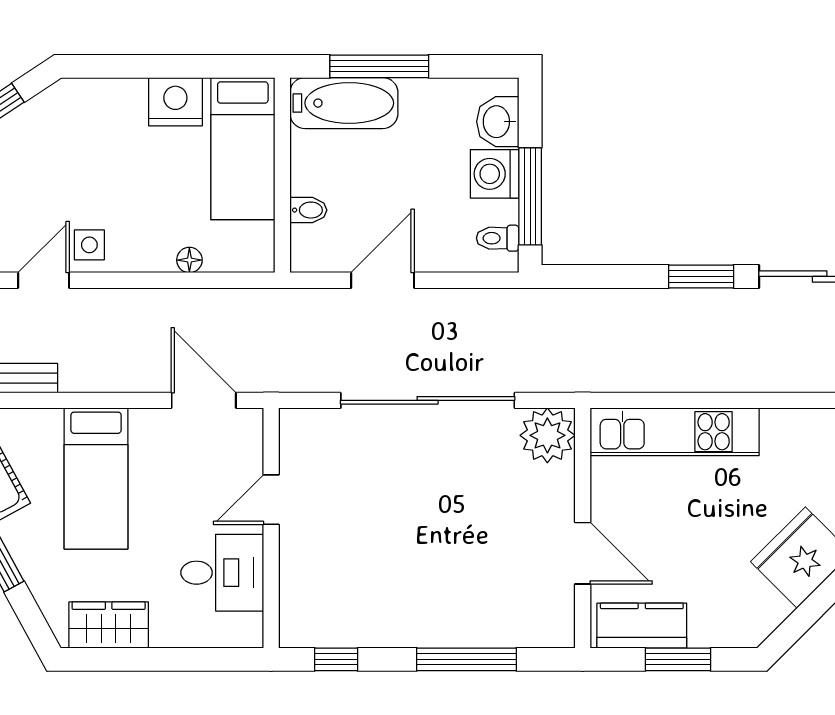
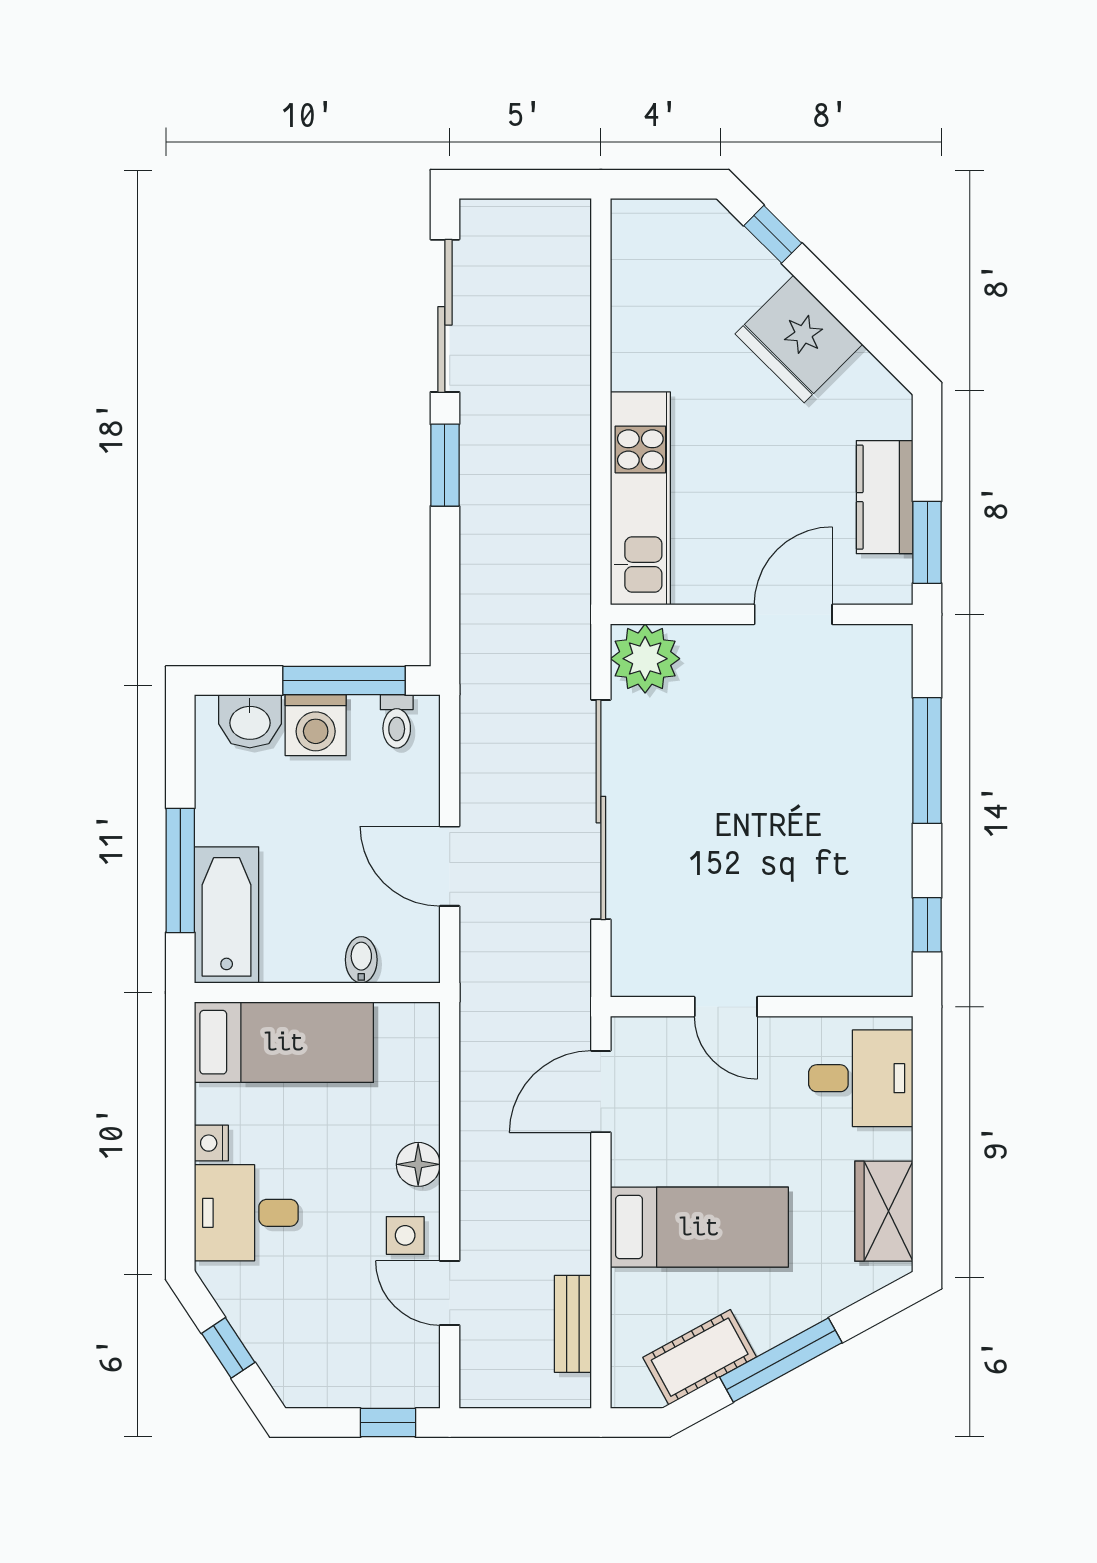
nightstand: (175, 102) -> (211, 1143), width x0.53, depth x0.56
desk: (107, 119) -> (246, 1213), added
floor lamp: (189, 260) -> (418, 1164), moved, width x1.37, depth x1.37
desk: (222, 573) -> (861, 1078), moved, turned 90
kitchen counter: (642, 626) -> (885, 497), moved
window: (678, 659) -> (927, 542), moved

